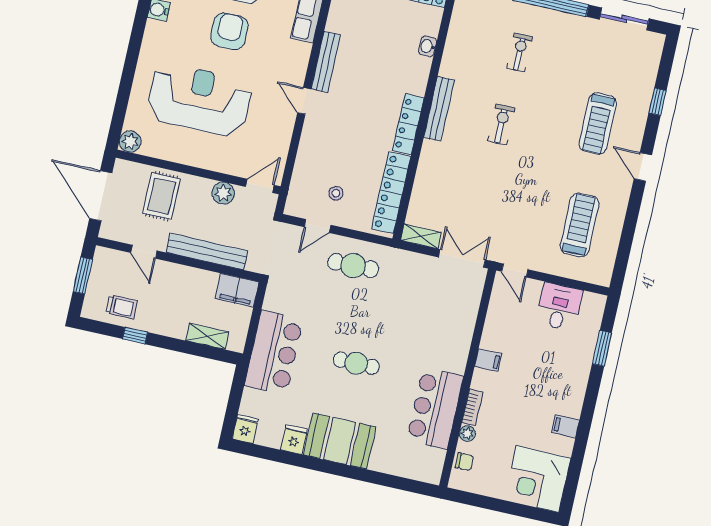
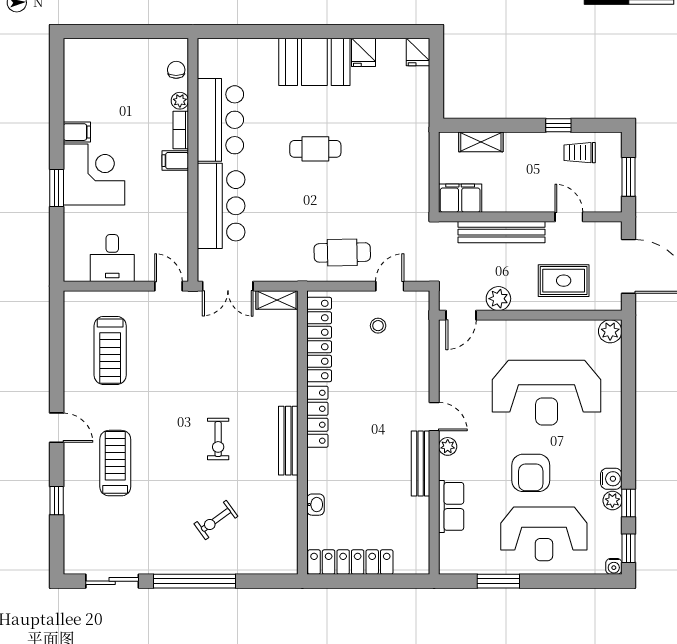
exercise bike: (519, 53) -> (216, 520), turned 54
plant: (298, 72) -> (448, 446), added
rug: (161, 196) -> (564, 281), turned 90
window: (602, 348) -> (57, 188), moved
bar counter: (274, 353) -> (221, 206), moved, turned 180
filing cabinet: (488, 360) -> (175, 161), moved
chair: (464, 462) -> (176, 70), turned 90
corner desk: (538, 479) -> (94, 175), moved

